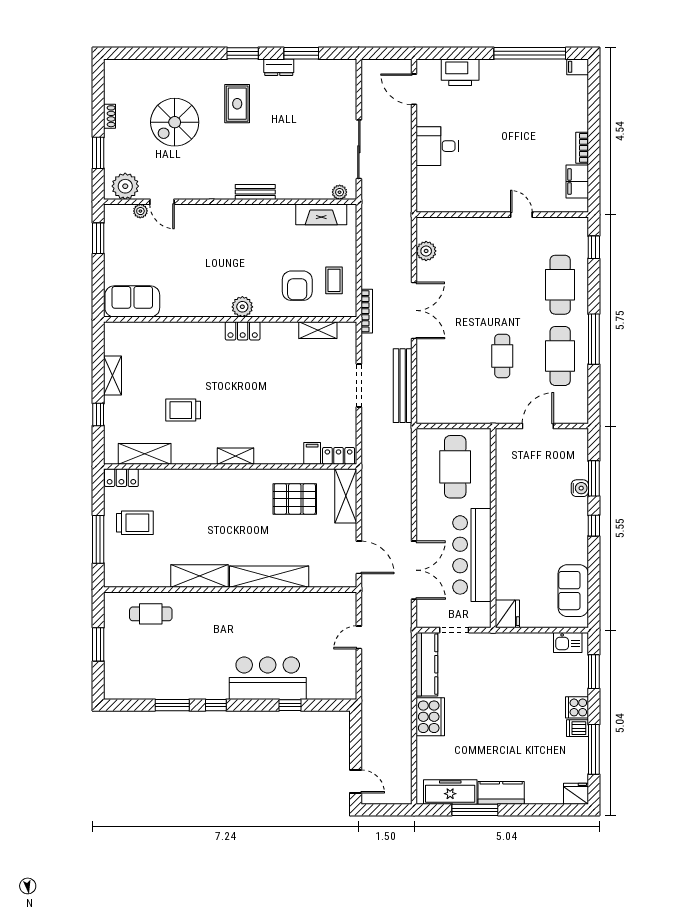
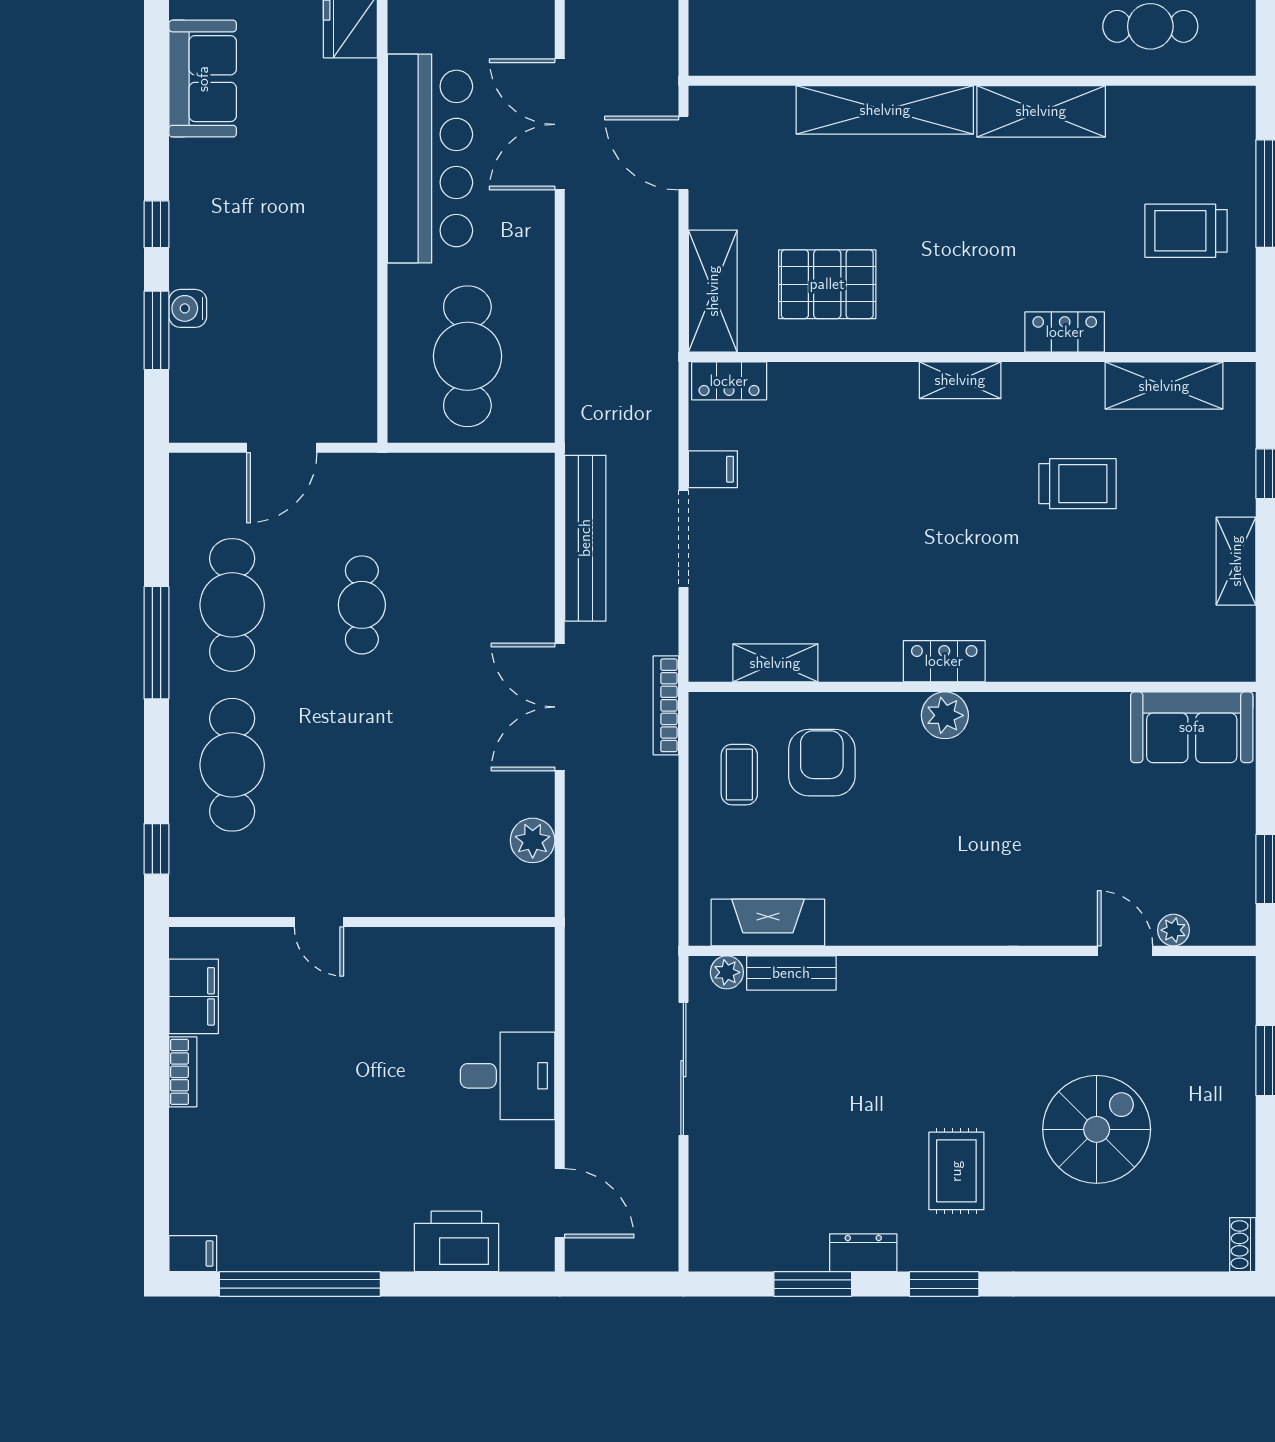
shoe rack: (110, 116) -> (1243, 1245), moved
plant: (125, 186) -> (1208, 986), removed
bench: (255, 192) -> (791, 973), moved
filing cabinet: (312, 453) -> (713, 469), moved, turned -90
locker: (121, 478) -> (1065, 332), moved

